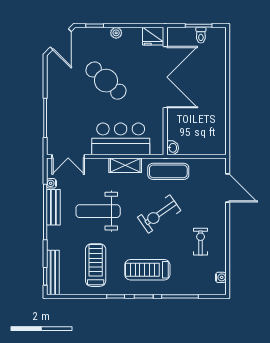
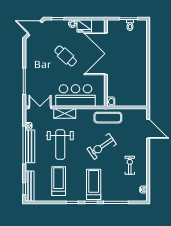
fridge: (153, 36) -> (84, 26), moved
door: (61, 39) -> (35, 28), swing flipped
double door: (165, 77) -> (106, 54), swing flipped
cafe table: (106, 81) -> (66, 56), width x0.73, depth x0.74
double door: (68, 156) -> (40, 107), swing flipped
shelving: (125, 165) -> (65, 113), moved
bench: (53, 207) -> (30, 146), width x1.36
weight bench: (98, 211) -> (60, 145), turned -90
treadmill: (147, 270) -> (94, 184), turned 90

